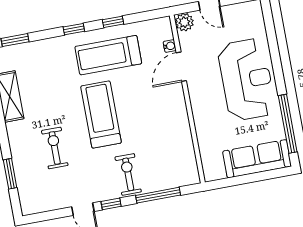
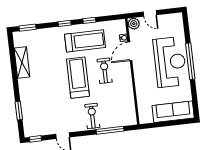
treadmill: (108, 55) -> (85, 41), turned 180
window: (288, 124) -> (190, 61), moved
exercise bike: (55, 148) -> (105, 71), moved
window: (111, 204) -> (36, 139), moved

